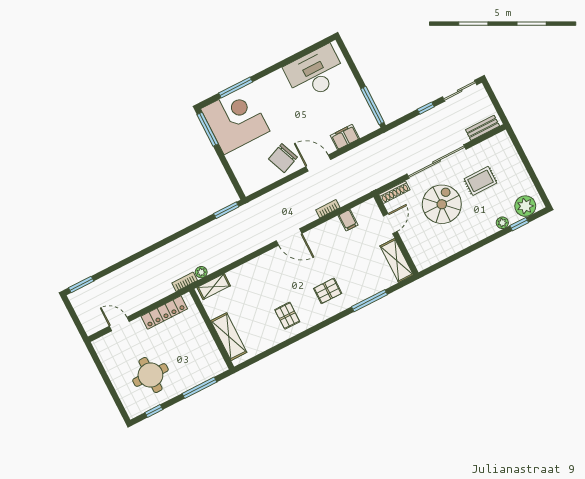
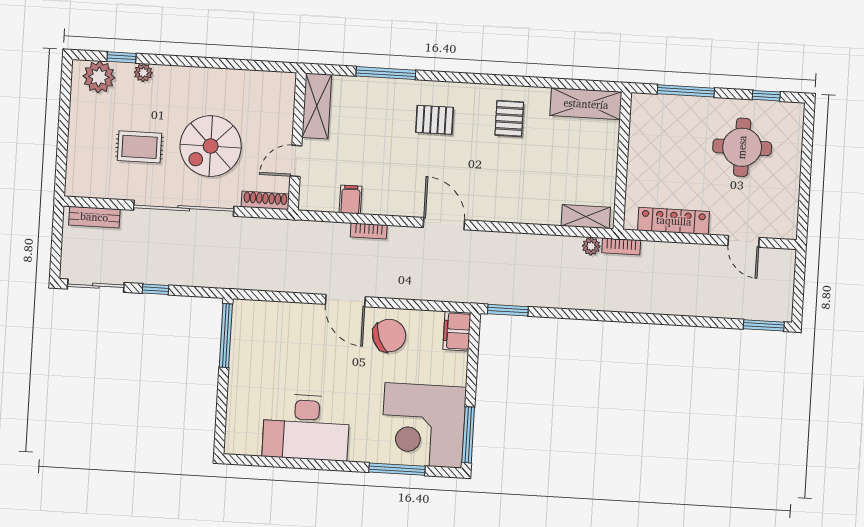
desk: (315, 73) -> (306, 427), moved
filing cabinet: (345, 137) -> (457, 331), moved, turned 90
shelving: (229, 337) -> (586, 104), moved, turned 90

